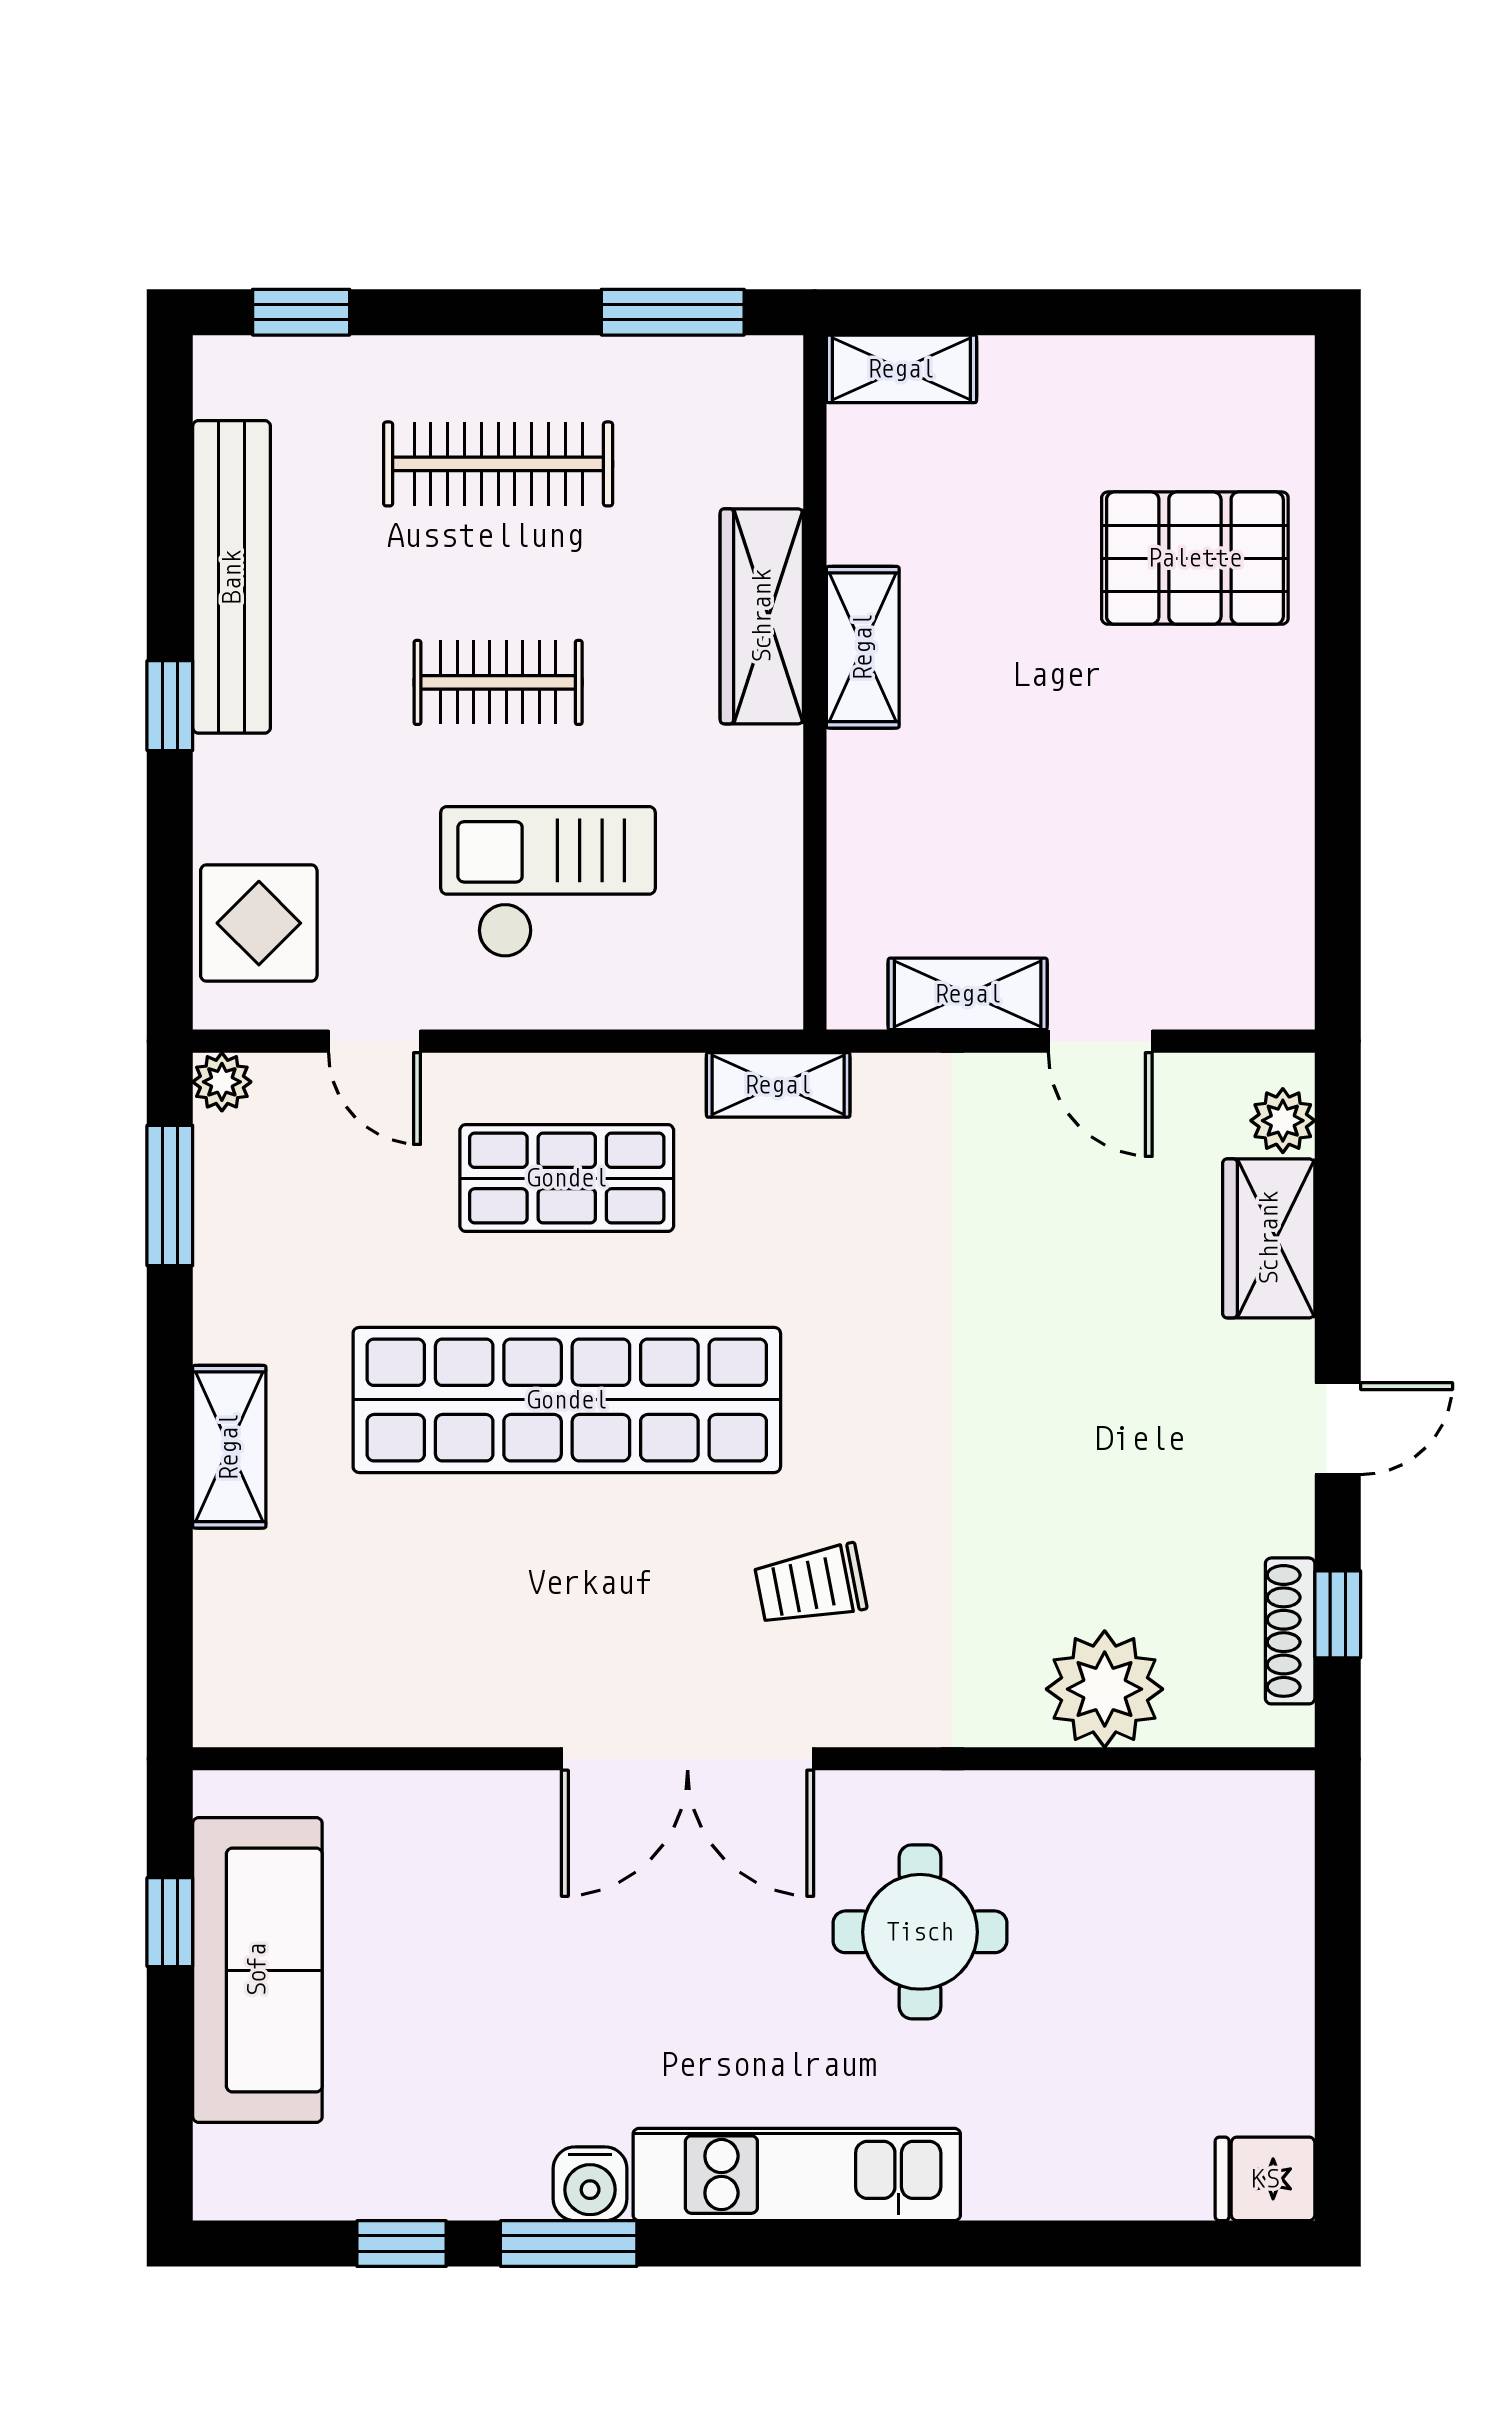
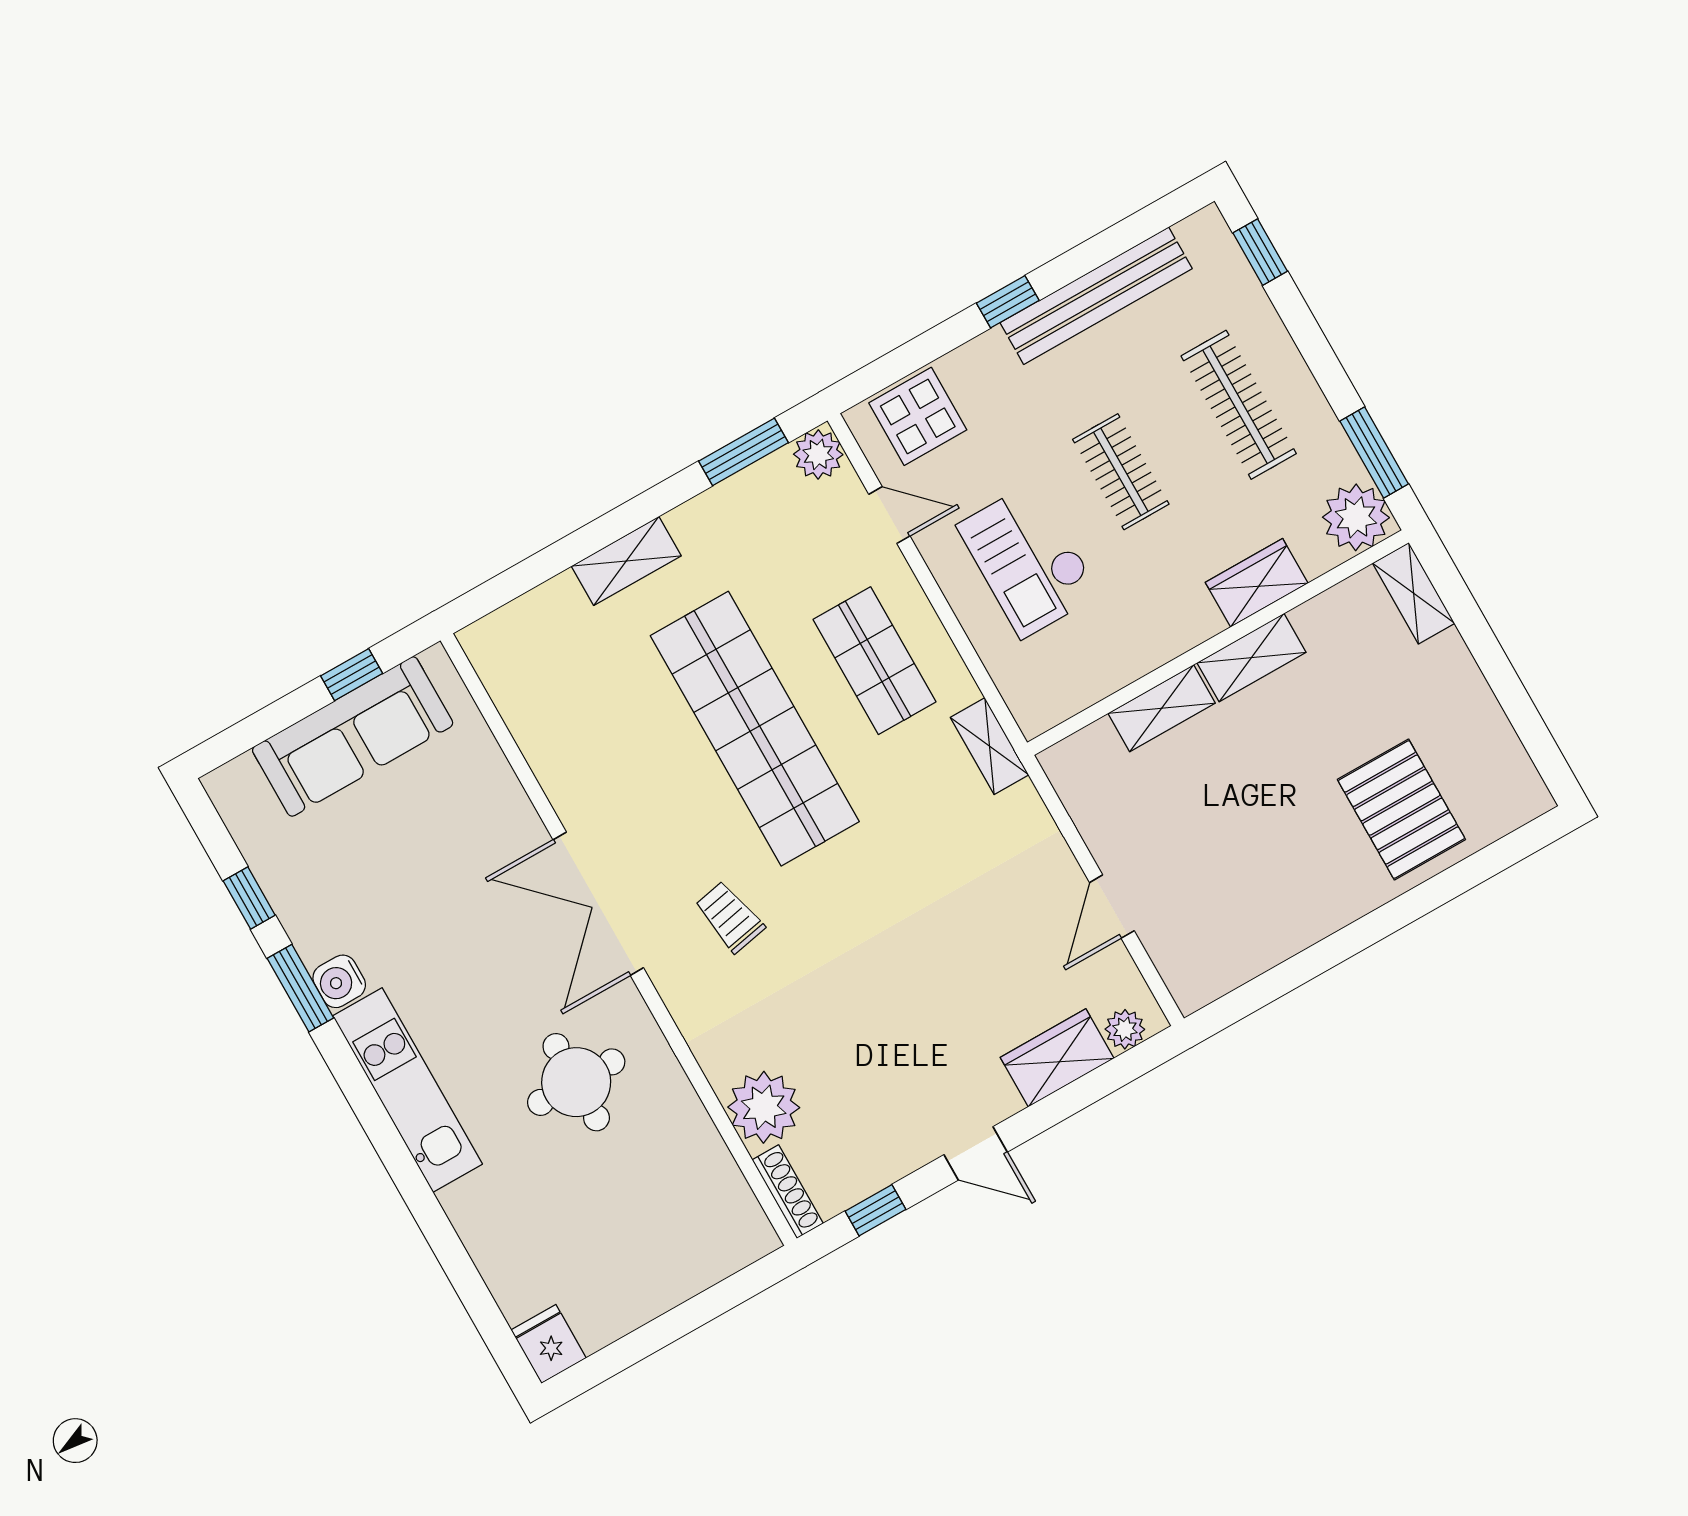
plant: (749, 389) -> (1356, 517), added
wardrobe: (762, 616) -> (1257, 583), width x0.67
checkout: (548, 882) -> (1028, 560), turned 180
shelving: (968, 994) -> (1162, 708), moved, turned 90
door: (375, 1041) -> (889, 515), swing flipped
plant: (222, 1082) -> (818, 454), width x1.38, depth x1.38
shoe rack: (1290, 1631) -> (788, 1192), moved, turned 90

